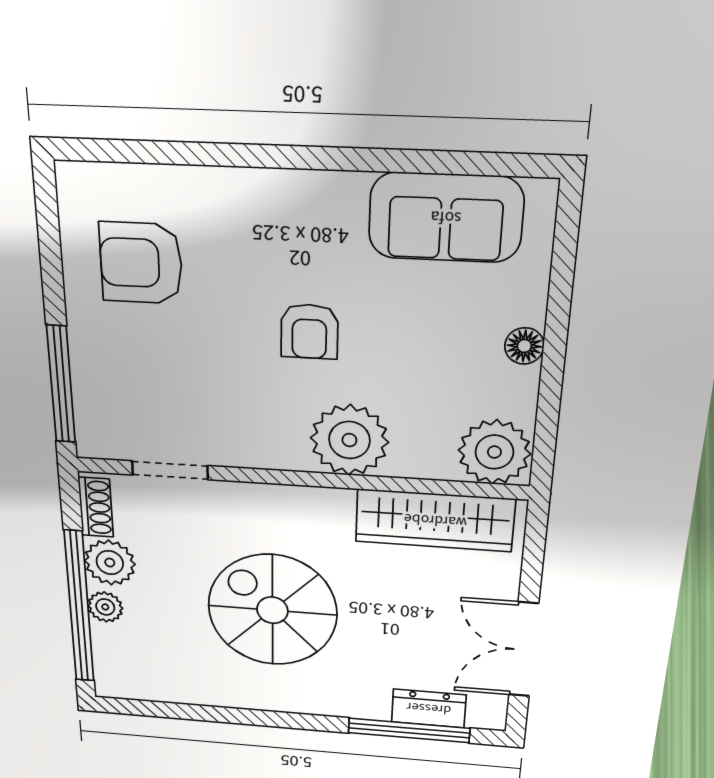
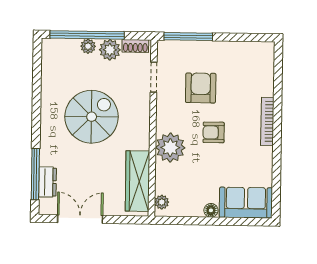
bookcase: (277, 185) -> (267, 121), added
sofa: (446, 217) -> (246, 203), moved, turned 90
armchair: (141, 263) -> (201, 88), moved
plant: (494, 452) -> (162, 202), width x0.53, depth x0.53

